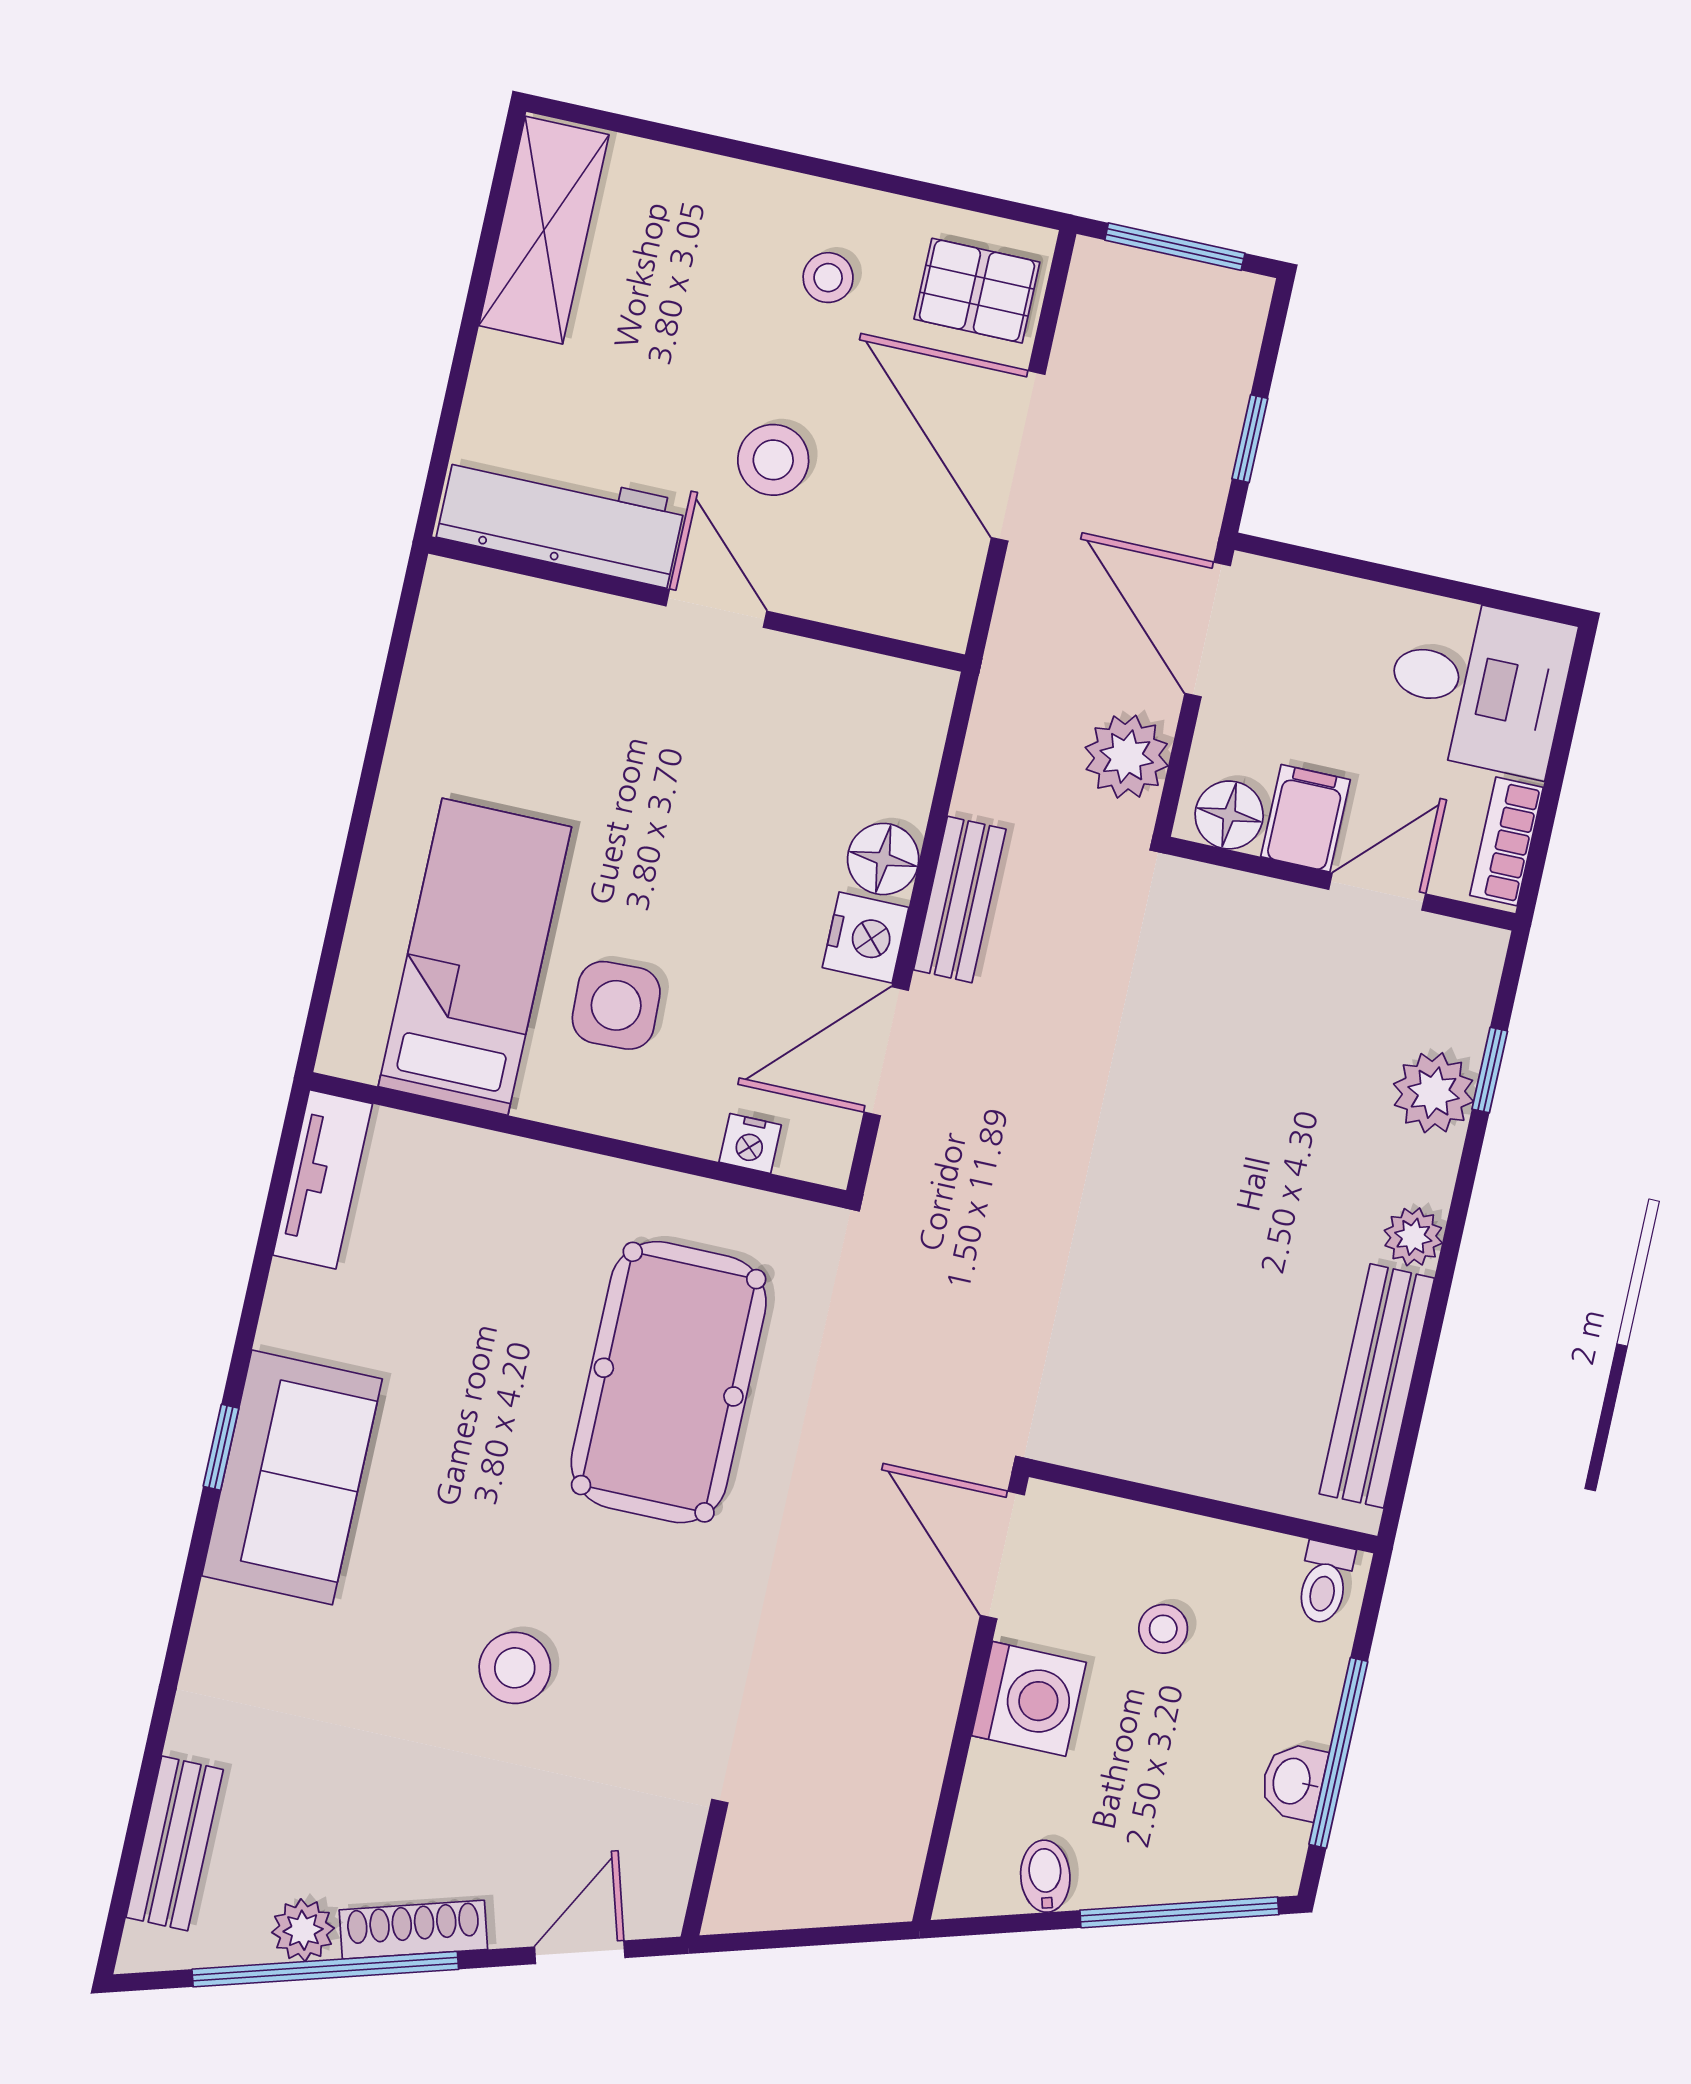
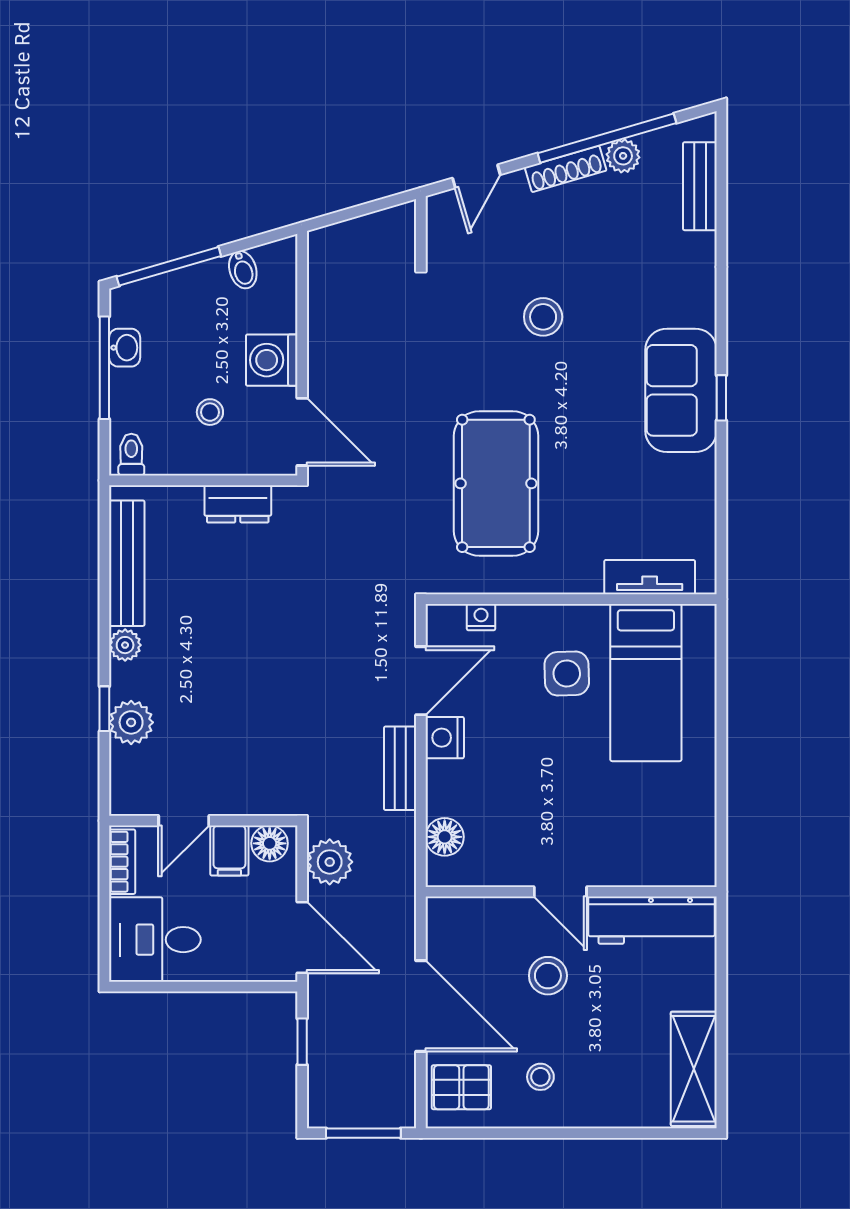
floor lamp: (883, 859) -> (445, 837), moved
window: (1490, 1070) -> (104, 709), moved
tv unit: (323, 1179) -> (650, 577), moved, turned 90
dresser: (1149, 1449) -> (238, 504), added

